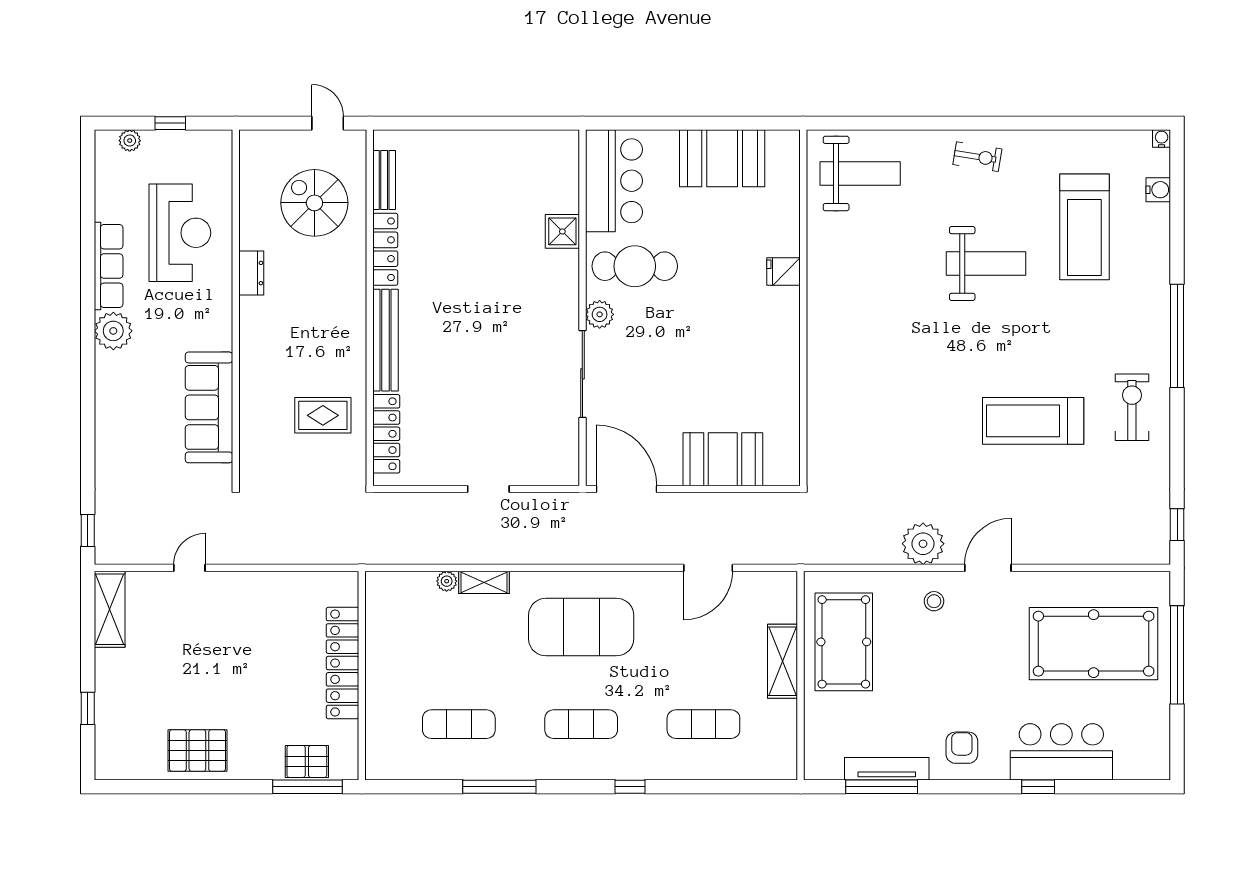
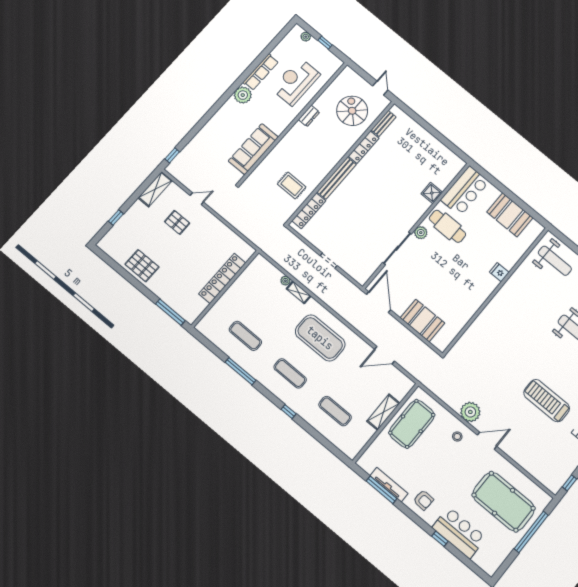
reception desk: (180, 233) -> (296, 82), turned 180
armchair: (962, 748) -> (423, 500), turned 93
pallet: (307, 761) -> (177, 222), moved

